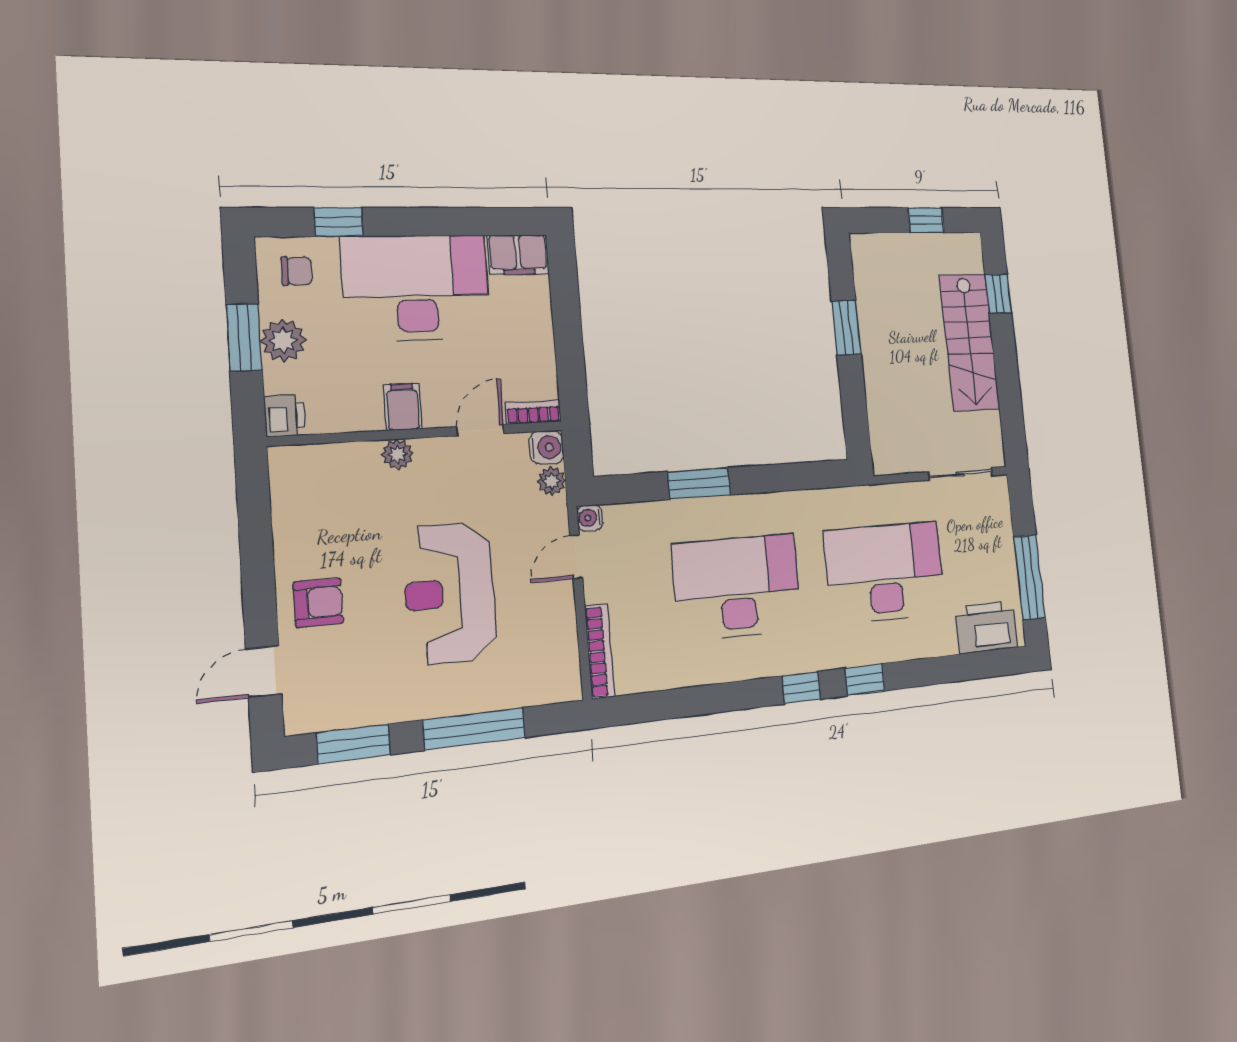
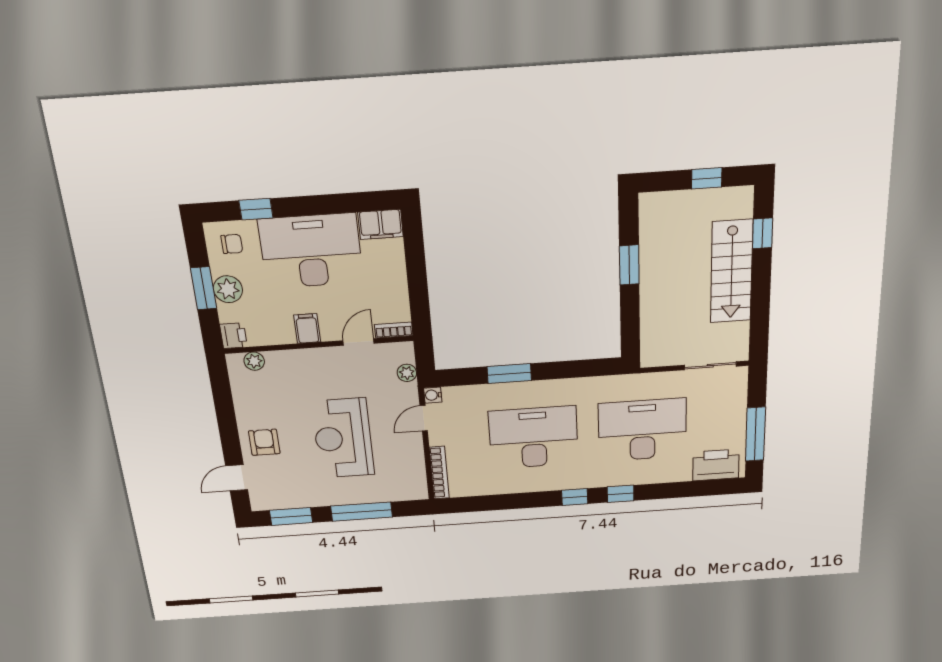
water cooler: (547, 447) -> (403, 352), removed
plant: (397, 454) -> (254, 361), moved
armchair: (318, 603) -> (264, 442), turned -90

